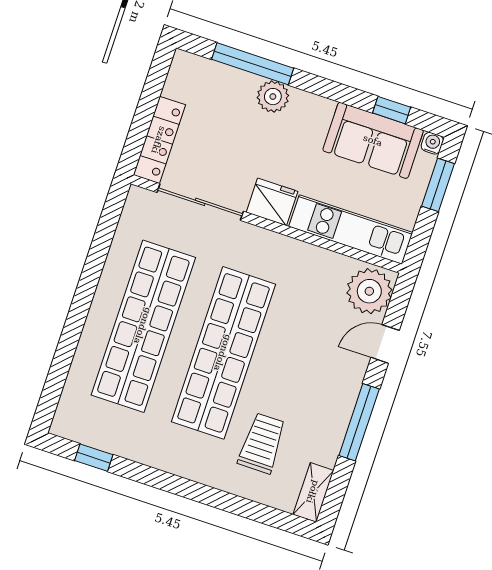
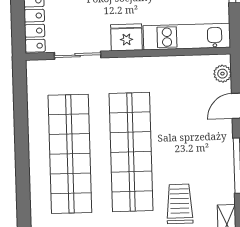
sliding door: (200, 202) -> (78, 55), width x0.73
plant: (369, 291) -> (222, 74), width x0.53, depth x0.53

